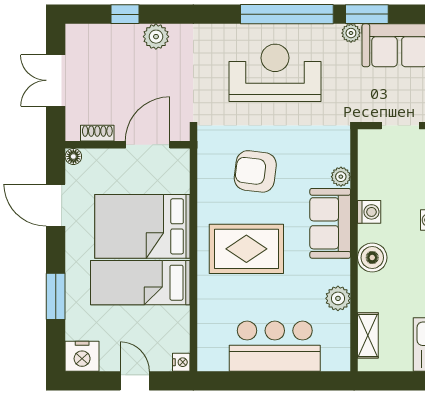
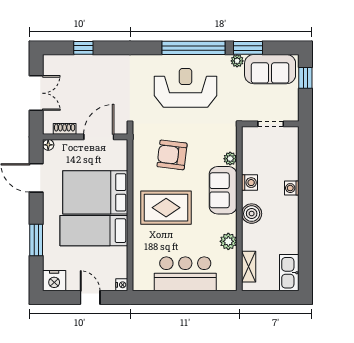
plant: (156, 37) -> (104, 63), removed
double door: (56, 80) -> (36, 93), swing flipped

